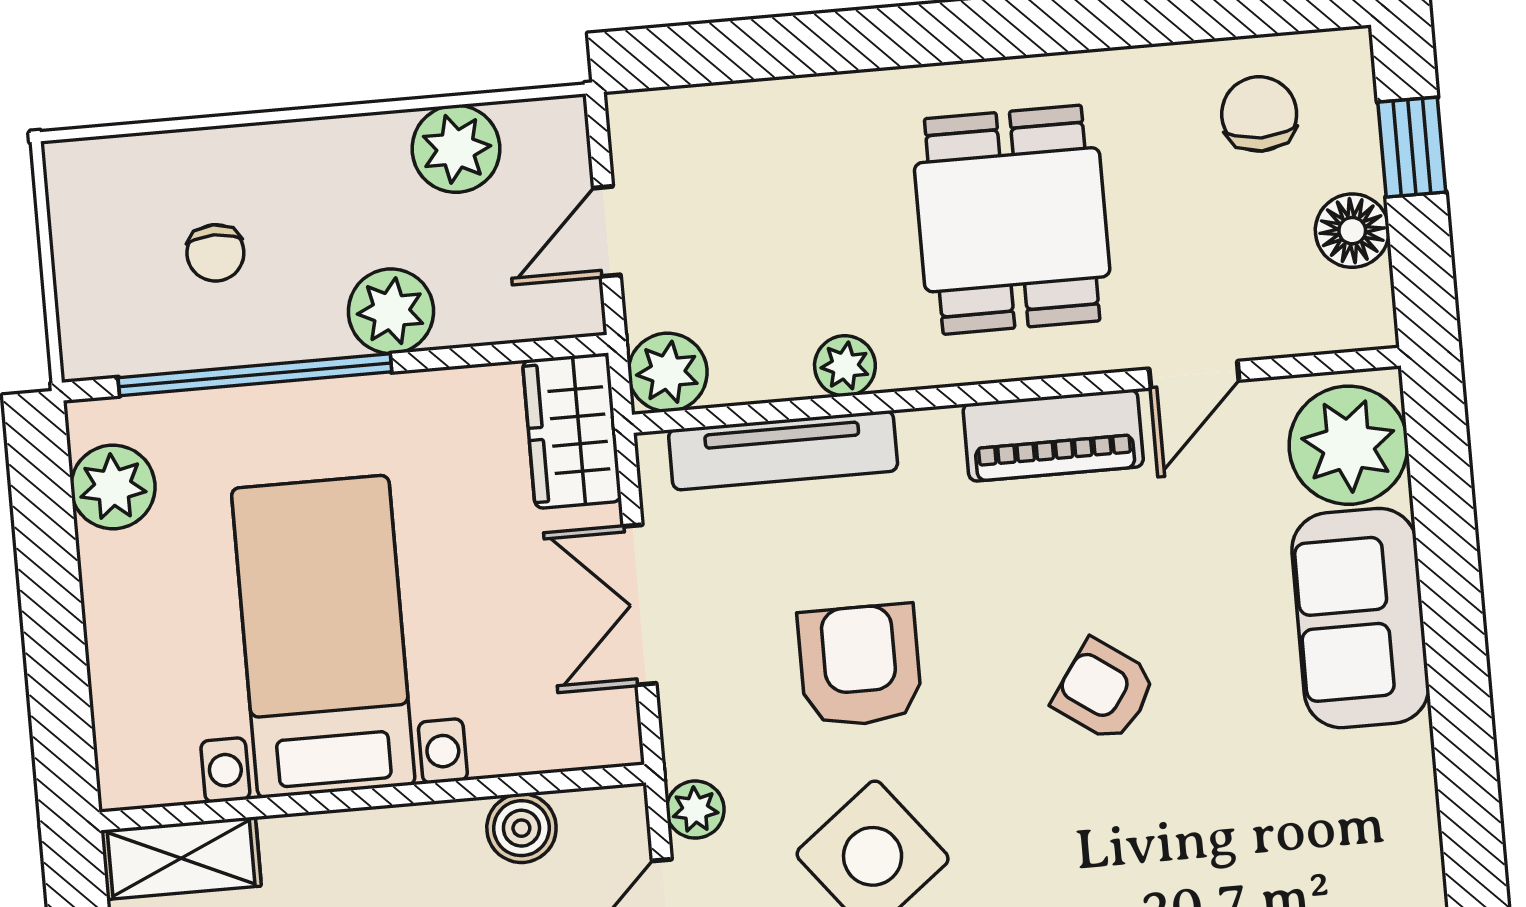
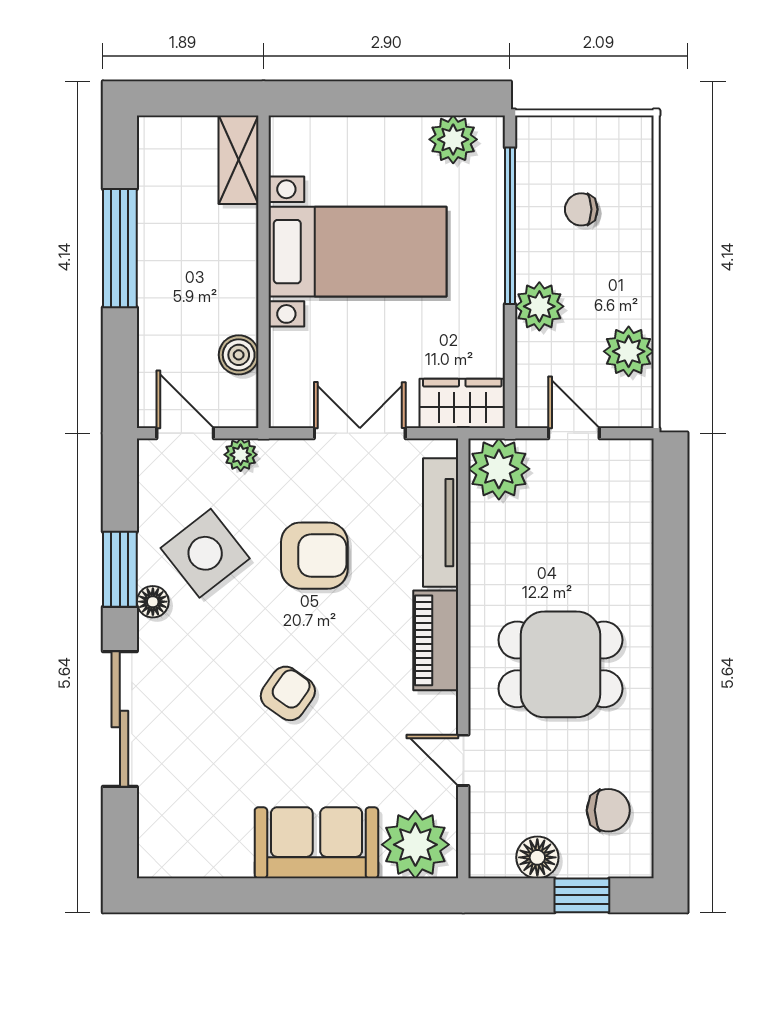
plant: (845, 366) -> (486, 562), removed
plant: (668, 372) -> (499, 469), width x1.36, depth x1.36
piano: (1053, 435) -> (436, 640), moved

